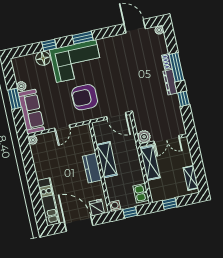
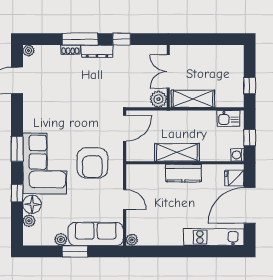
plant: (30, 59) -> (29, 221), added
double door: (167, 140) -> (168, 72), swing flipped
shelving: (191, 178) -> (223, 52), removed

